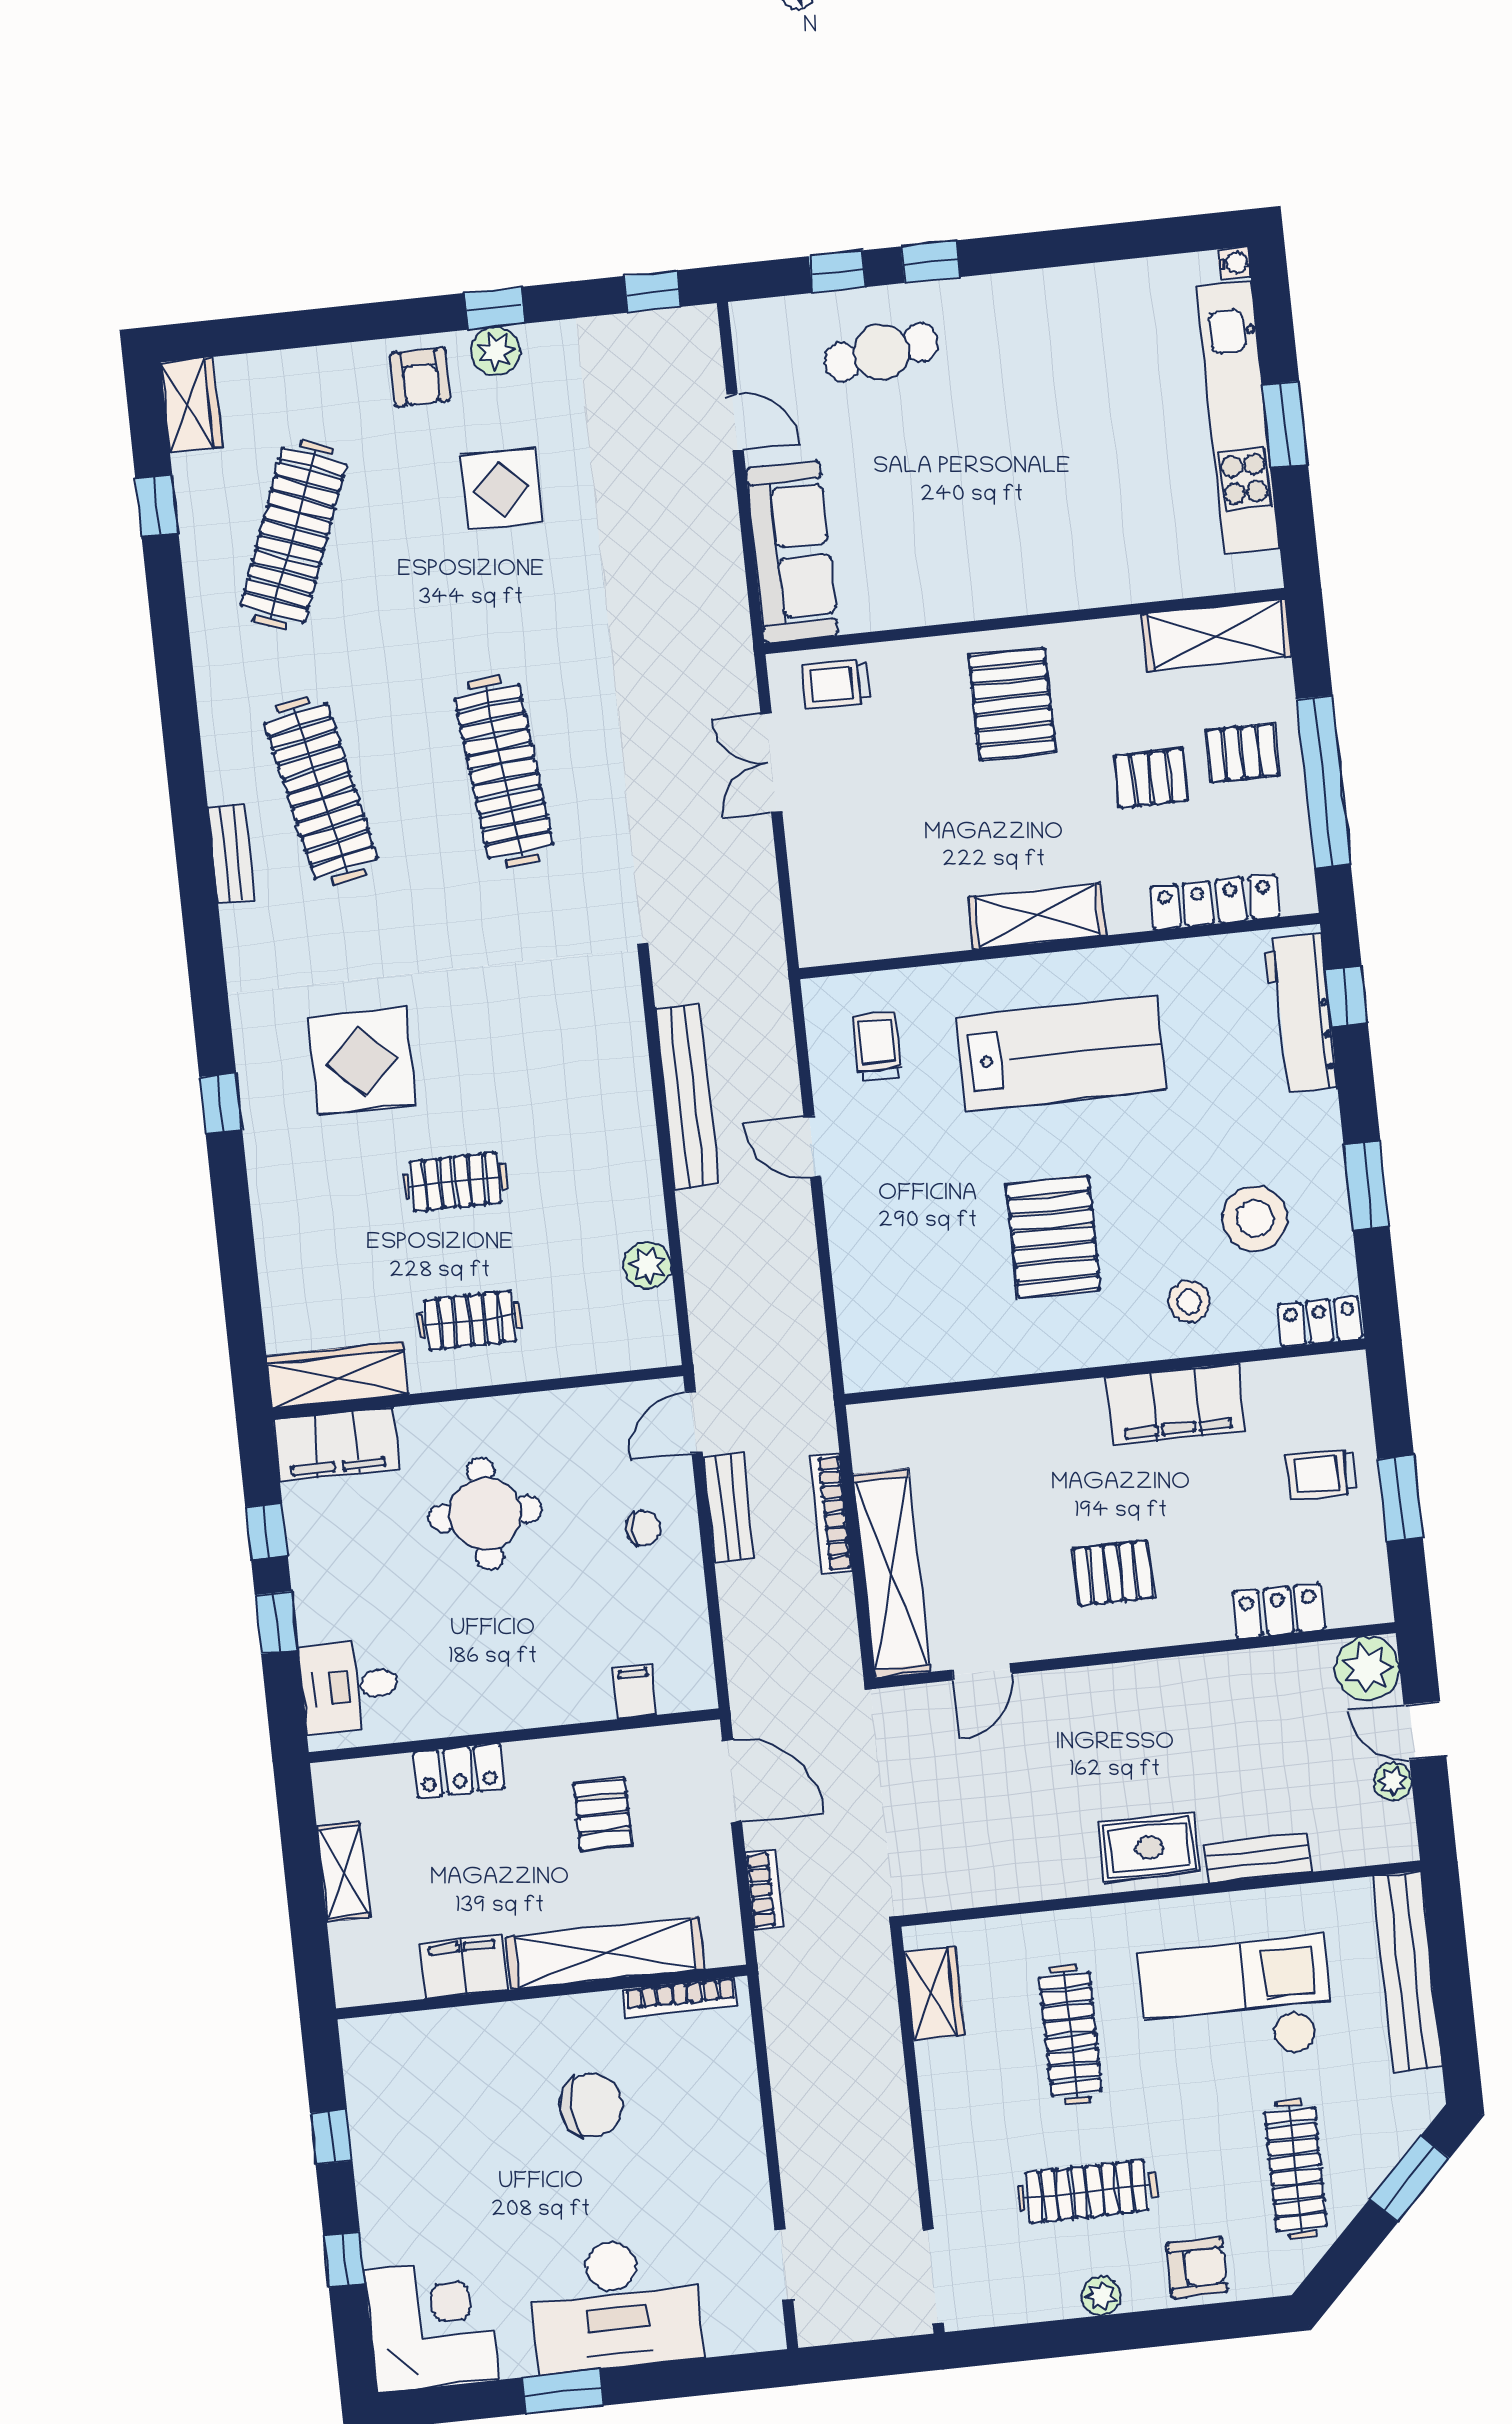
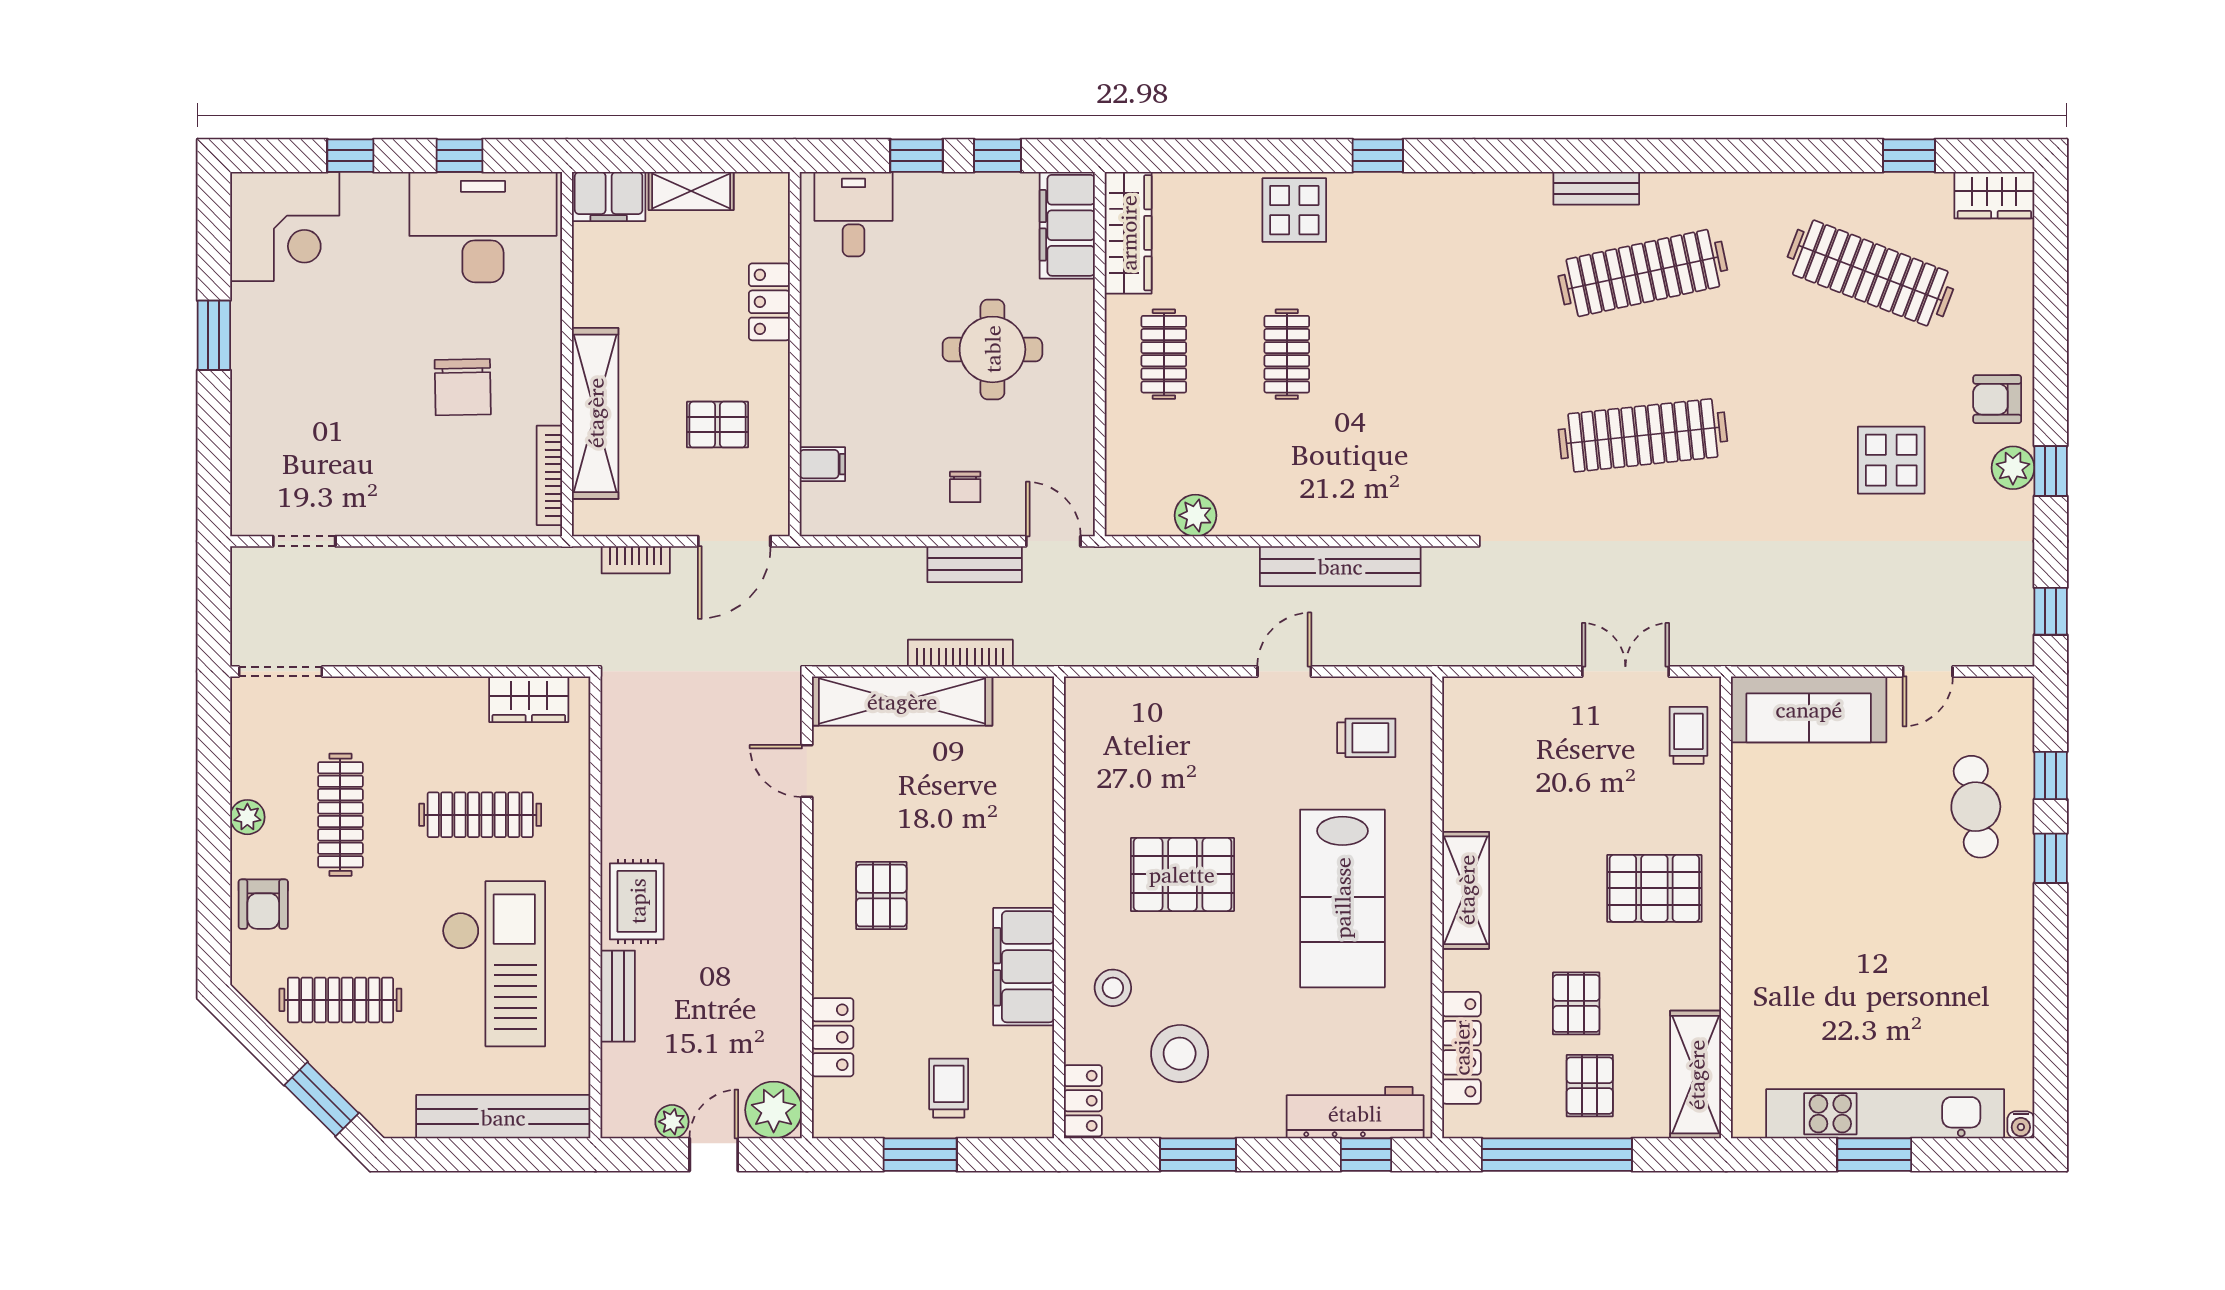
display table: (362, 1061) -> (1294, 210), moved, width x0.73, depth x0.73
filing cabinet: (463, 1967) -> (609, 197), moved, turned 90
desk: (615, 2305) -> (483, 227), moved, turned 90

